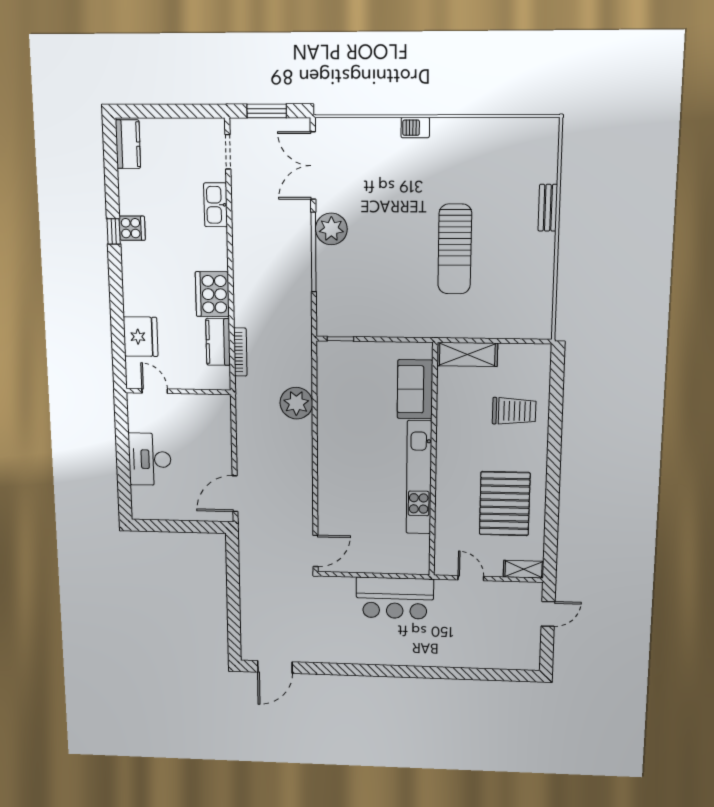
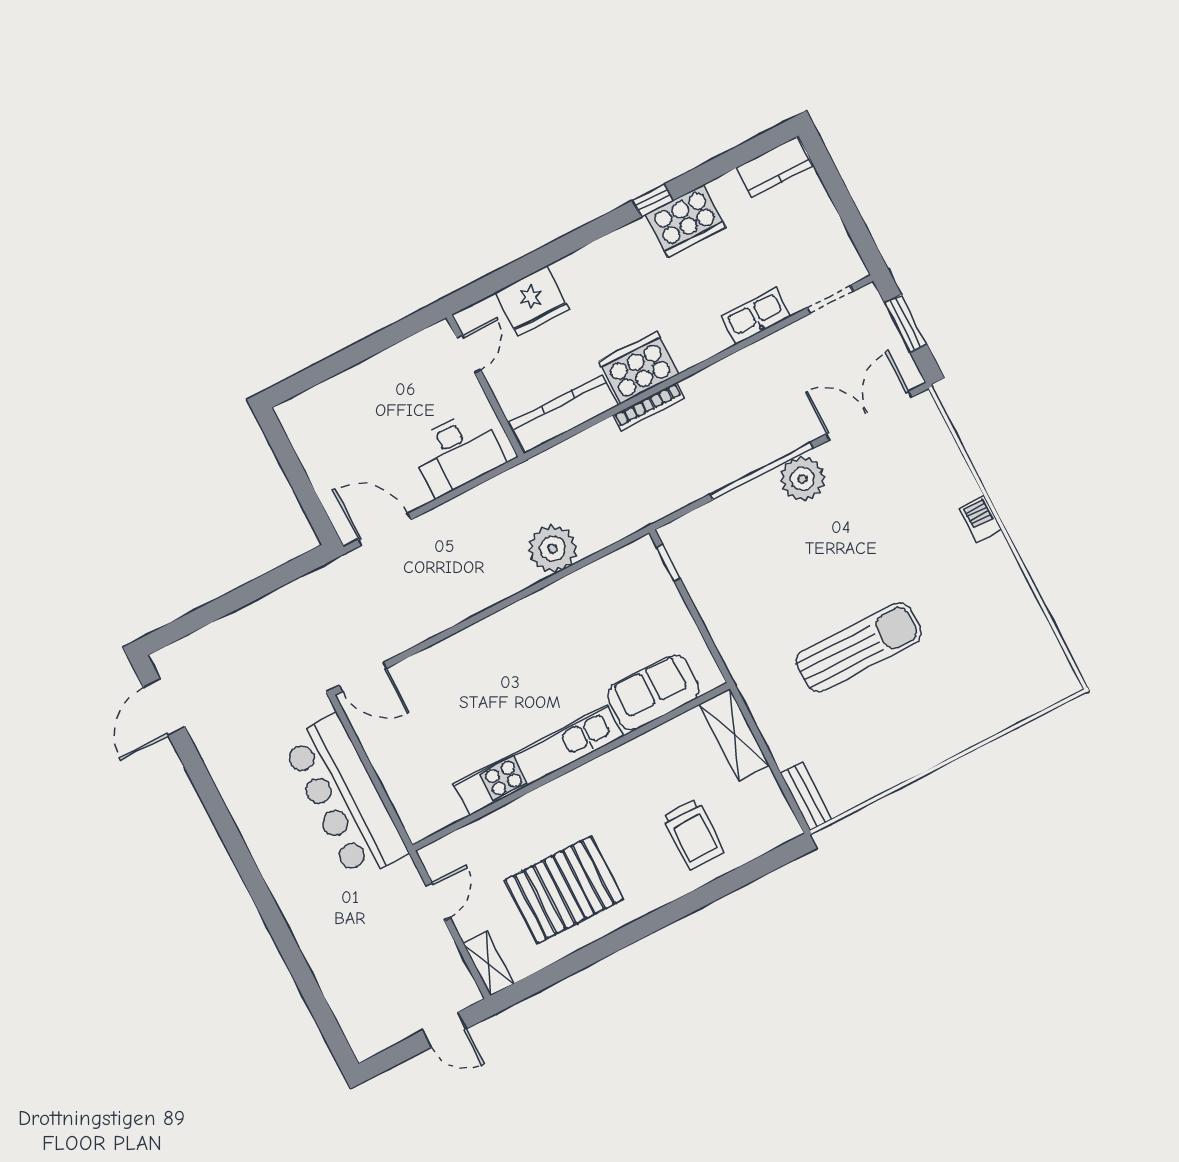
bench: (548, 208) -> (806, 796), moved, turned 90
cooker: (132, 228) -> (686, 221), width x1.87, depth x1.31
sun lounger: (455, 249) -> (859, 647), turned 180
kitchen counter: (218, 342) -> (564, 414), width x1.50
bookcase: (240, 352) -> (649, 407), moved
desk: (150, 459) -> (457, 453), moved, turned 180
bar counter: (395, 598) -> (345, 798), width x1.36
door: (275, 667) -> (164, 707), hinge flipped

